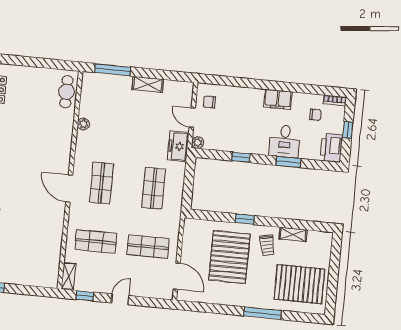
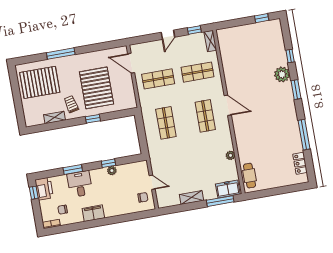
window: (348, 130) -> (34, 193), moved
plant: (198, 143) -> (112, 171), moved
freezer: (178, 146) -> (228, 189), moved, turned -90

